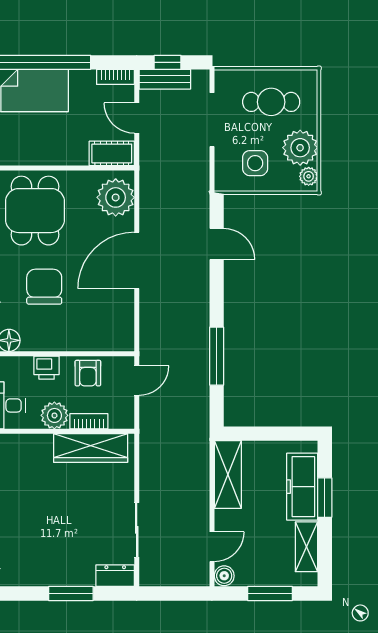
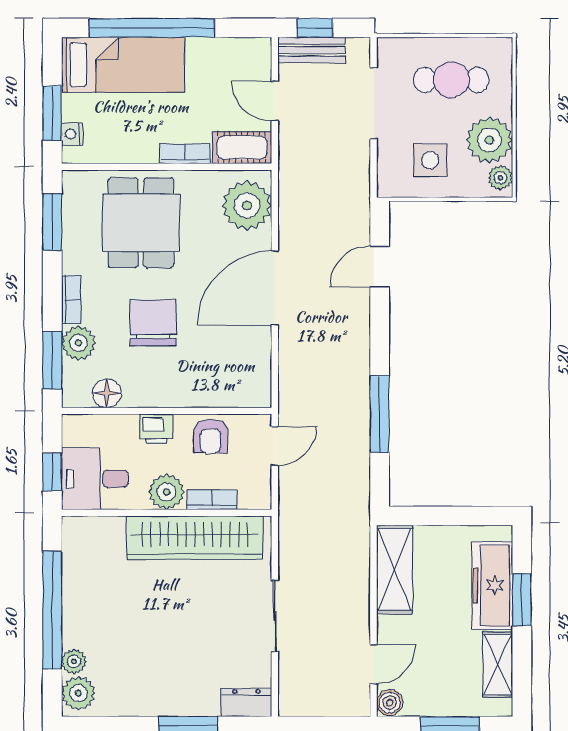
bookcase: (115, 77) -> (185, 154), moved, turned 180
door: (217, 244) -> (380, 267), swing flipped
wardrobe: (91, 448) -> (195, 538), width x1.40, depth x1.17
sliding door: (137, 530) -> (275, 616), moved

